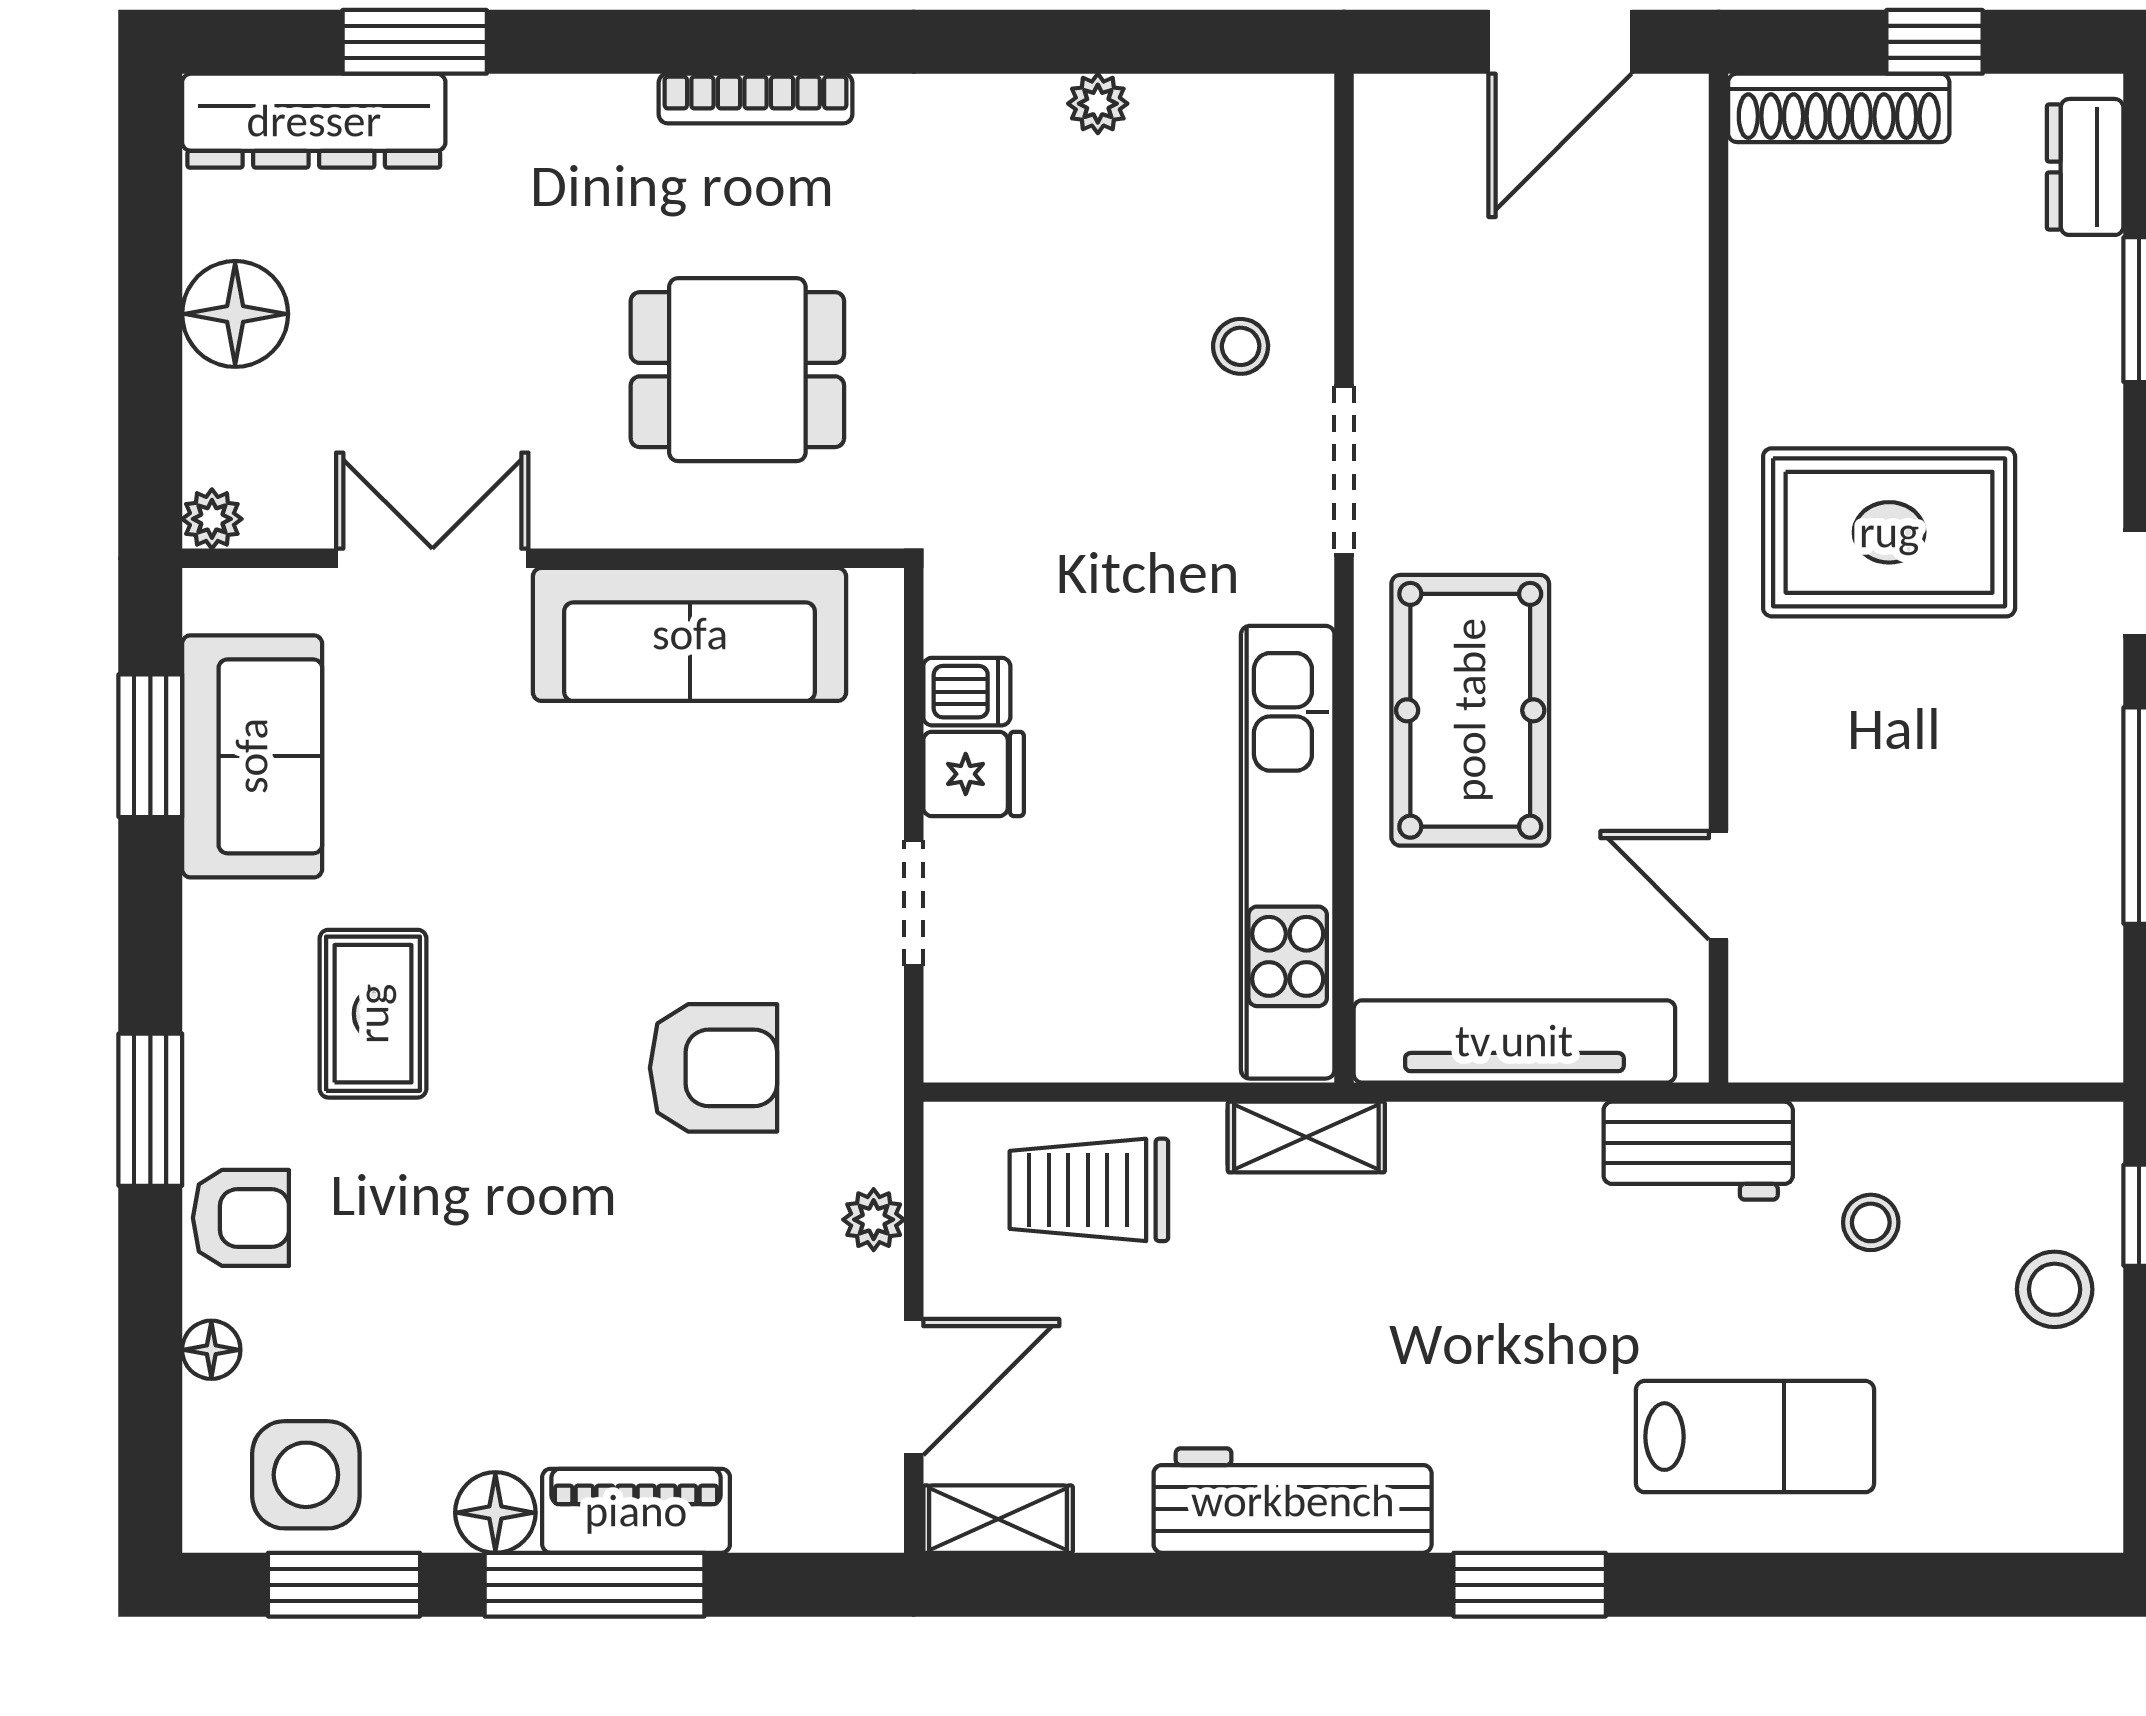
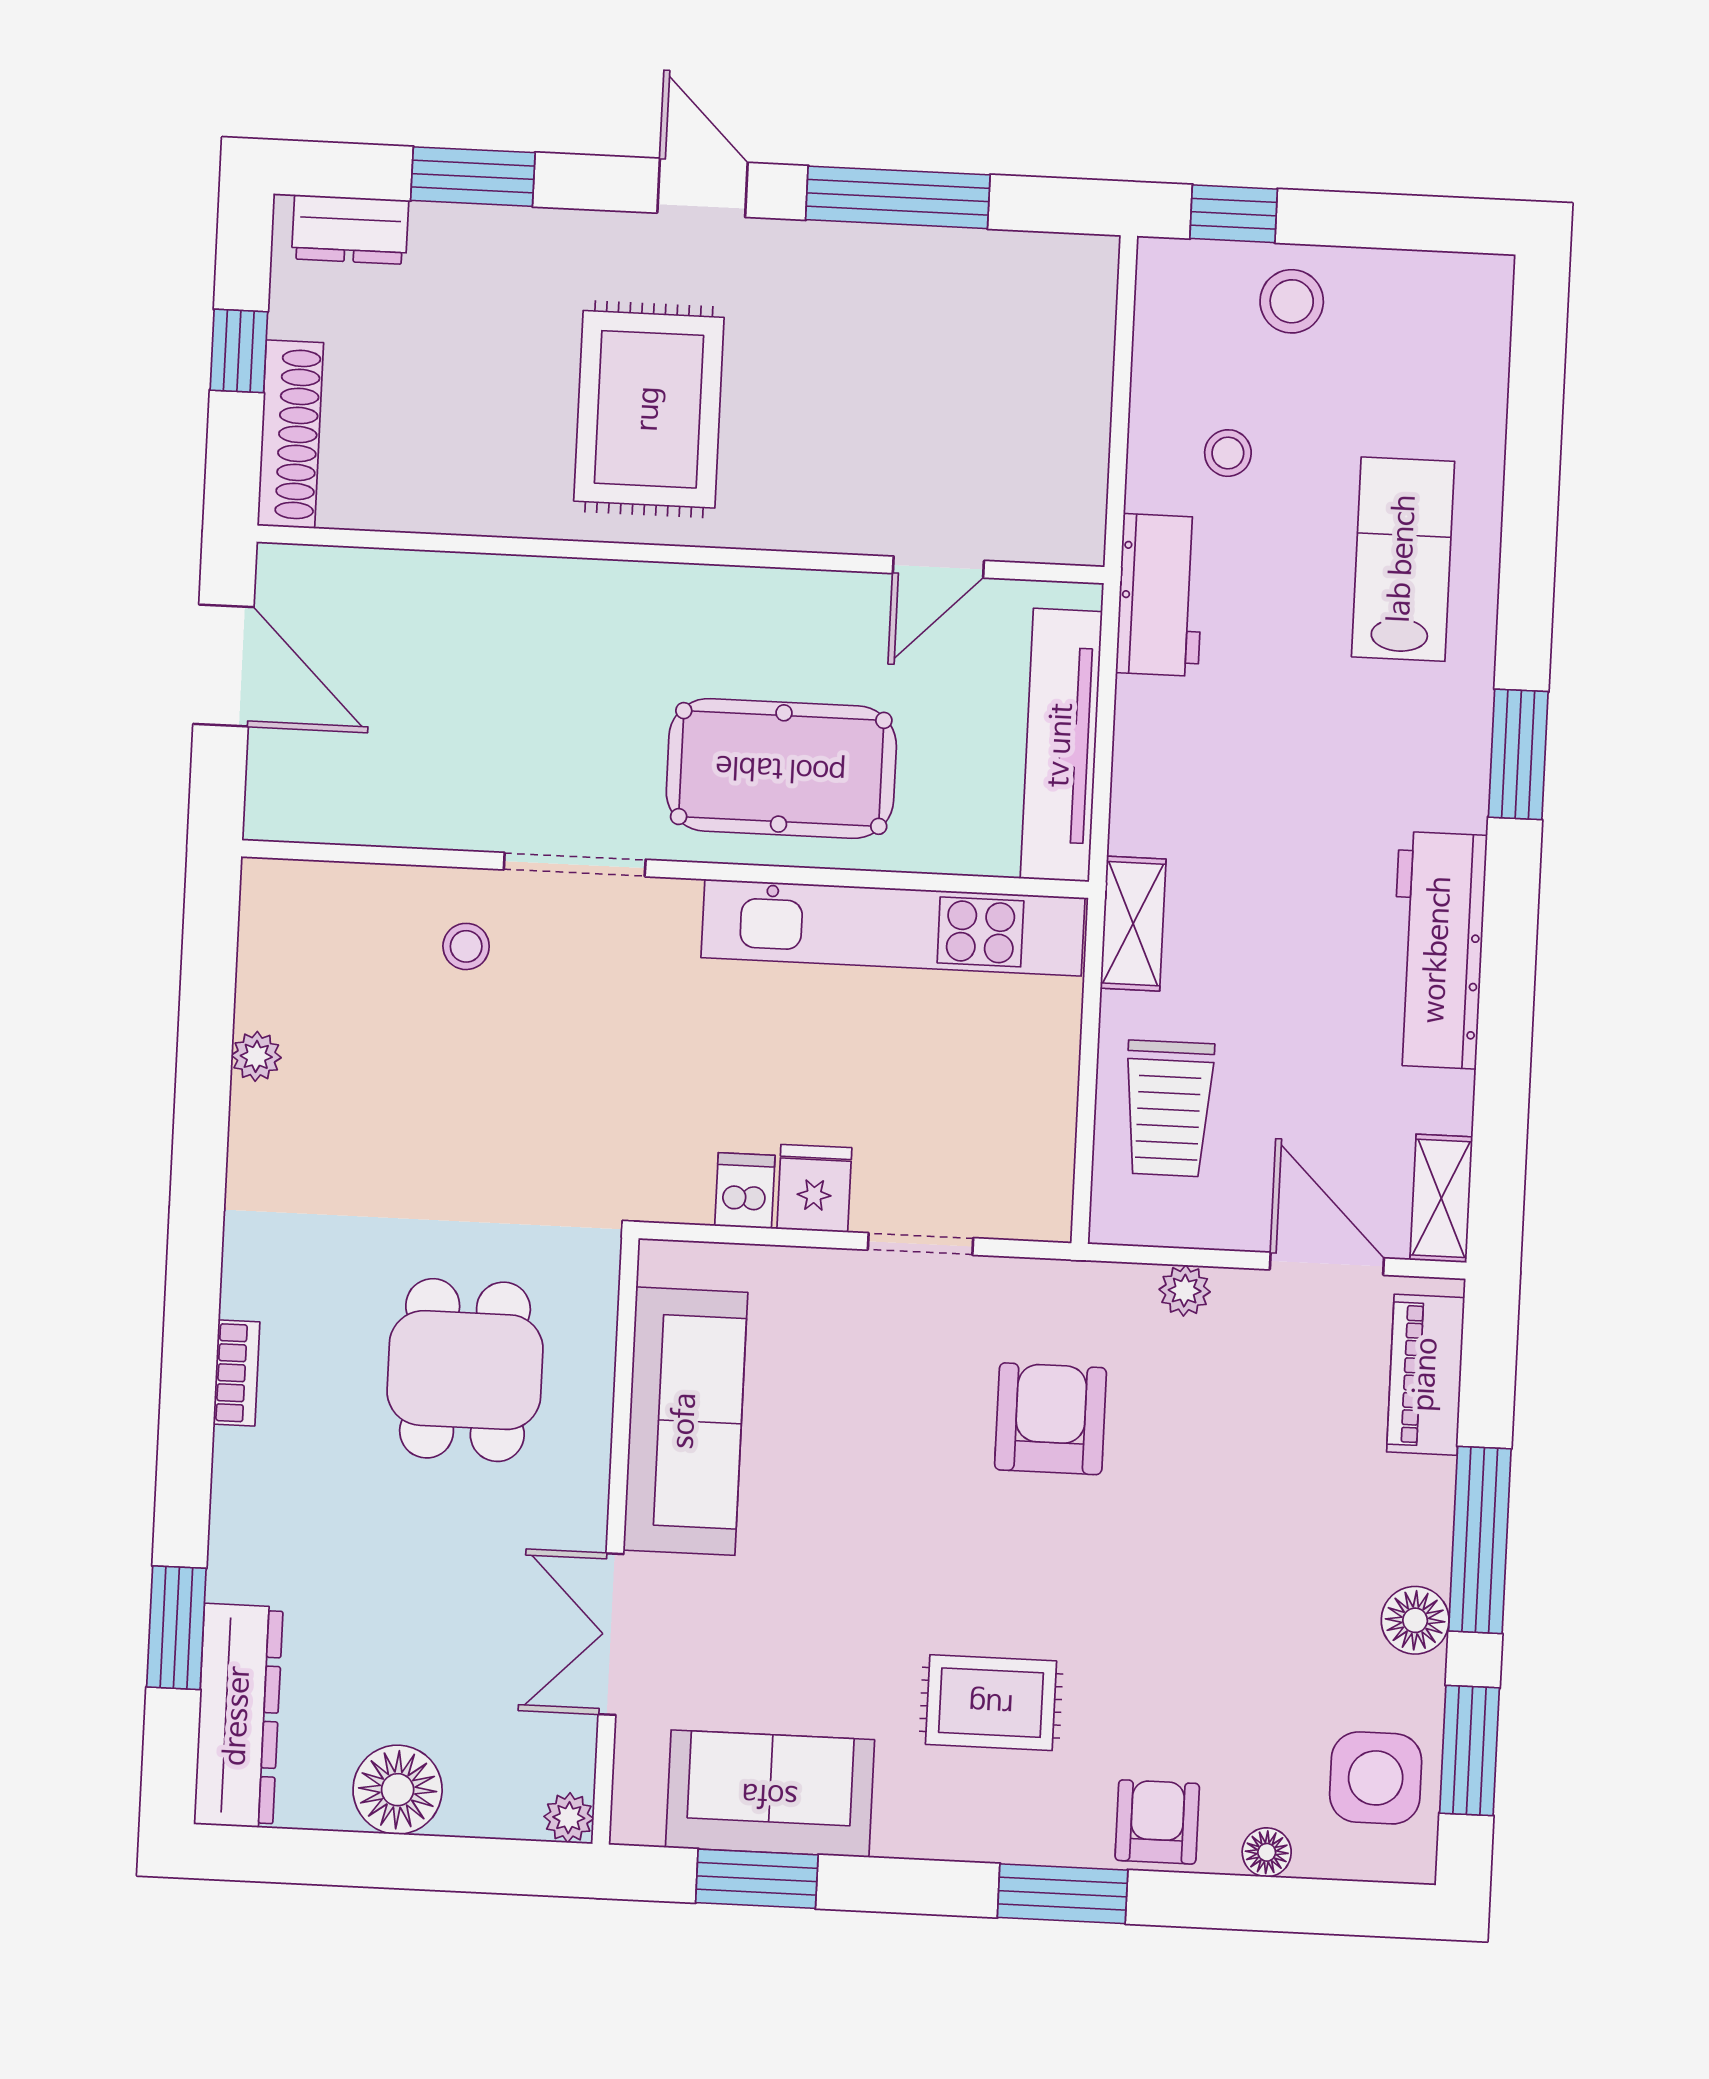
bookcase: (756, 99) -> (237, 1373), width x0.64
piano: (636, 1511) -> (1426, 1375), moved

